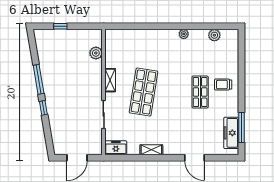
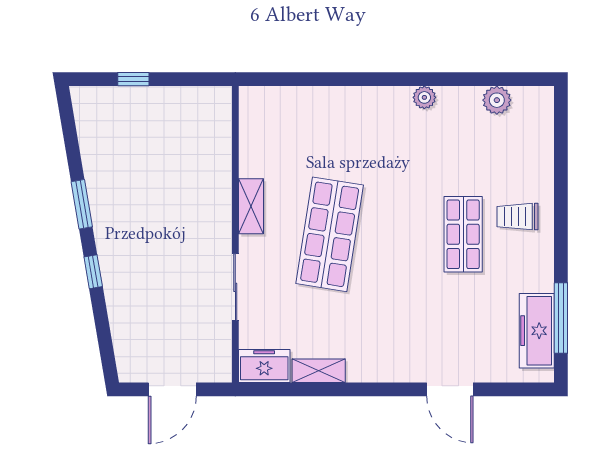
plant: (96, 53) -> (217, 142), removed
window: (39, 79) -> (82, 204), width x0.69
shelving: (151, 150) -> (319, 371), moved

